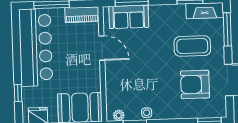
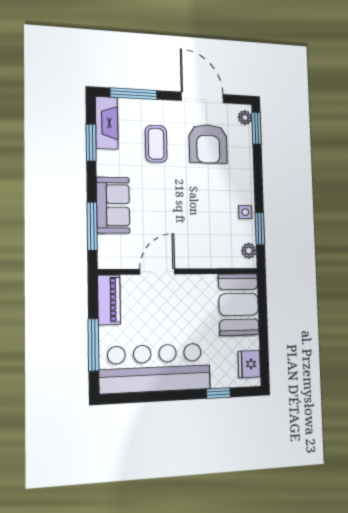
sofa: (129, 17) -> (113, 205), moved
coffee table: (192, 46) -> (156, 144), width x0.73, depth x0.76
plant: (217, 113) -> (245, 118), added

